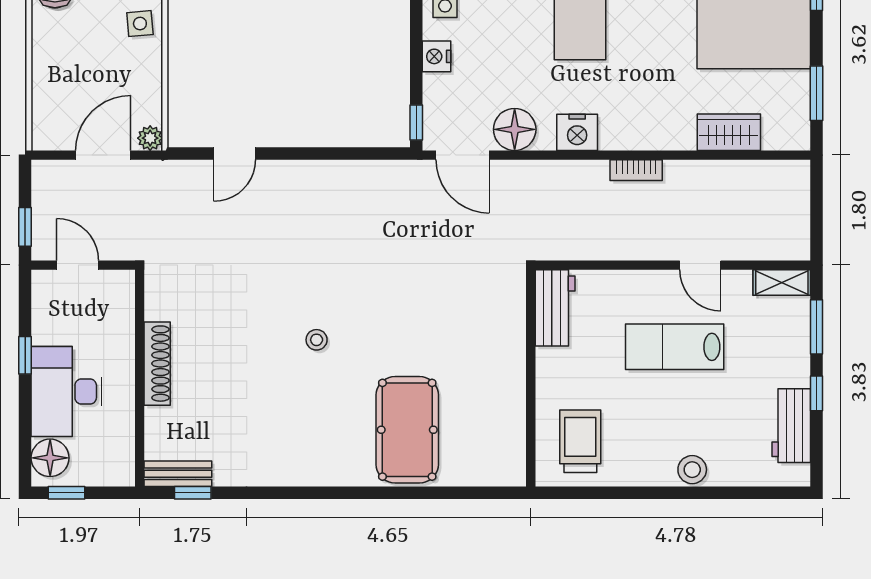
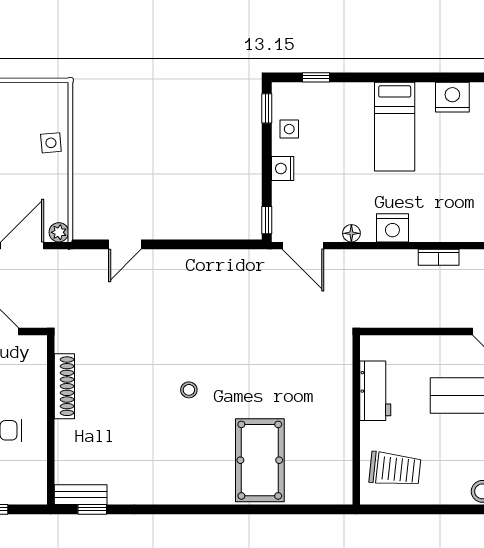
floor lamp: (515, 129) -> (351, 233), width x0.53, depth x0.53
workbench: (555, 308) -> (375, 391), moved
shoe rack: (157, 364) -> (64, 386), moved
trolley: (580, 441) -> (395, 469), turned 96

